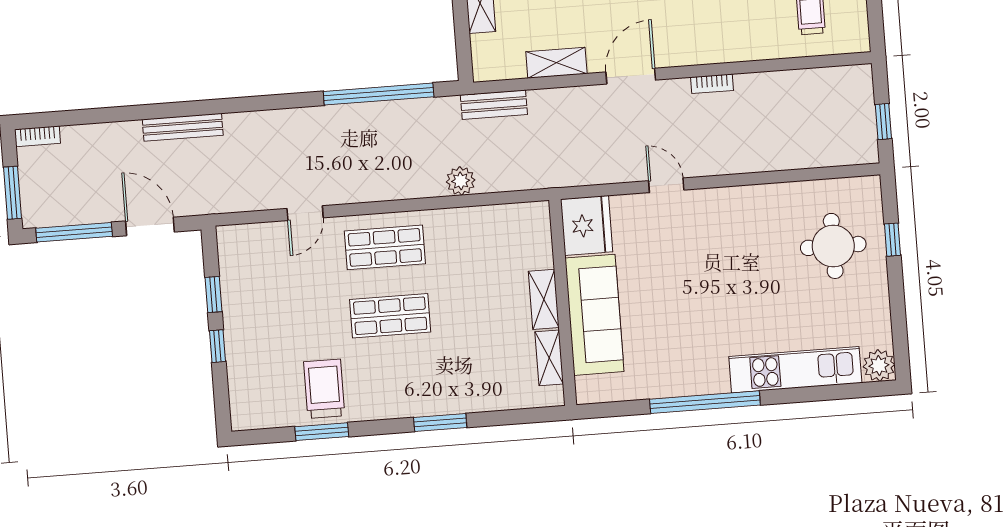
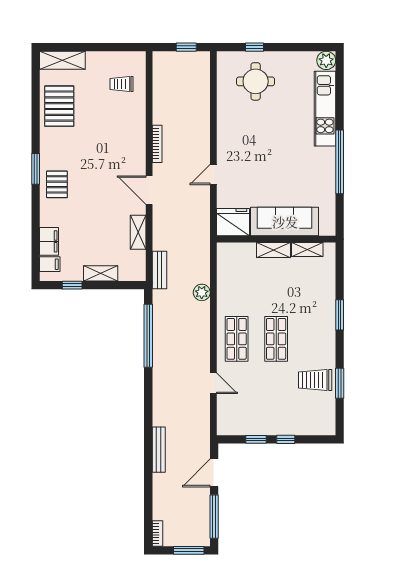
bookcase: (712, 84) -> (157, 144), width x1.56

